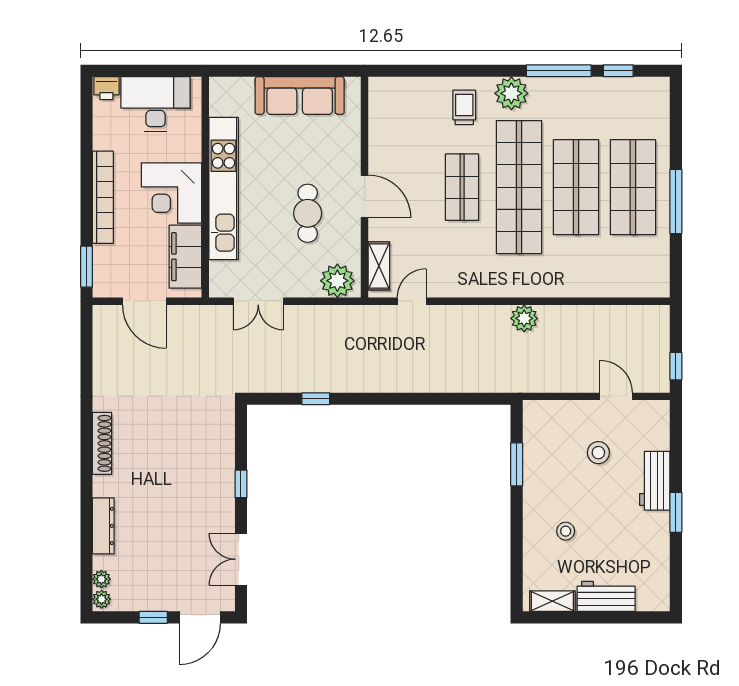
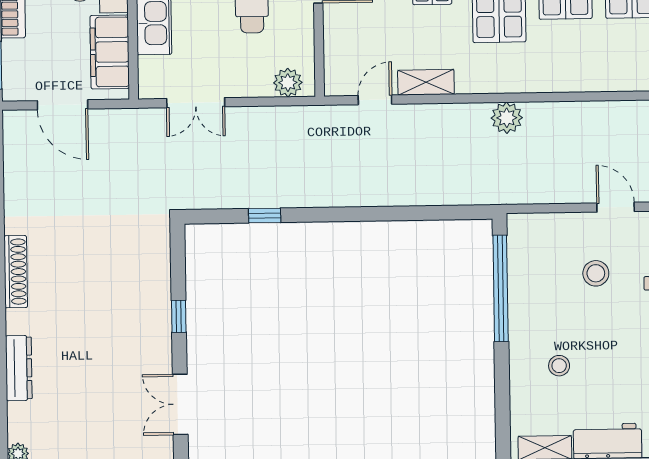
shelving: (379, 266) -> (426, 82), moved, turned 90
plant: (337, 281) -> (288, 83), width x0.73, depth x0.73
window: (517, 464) -> (501, 288), width x2.11
plant: (101, 579) -> (18, 430), removed

